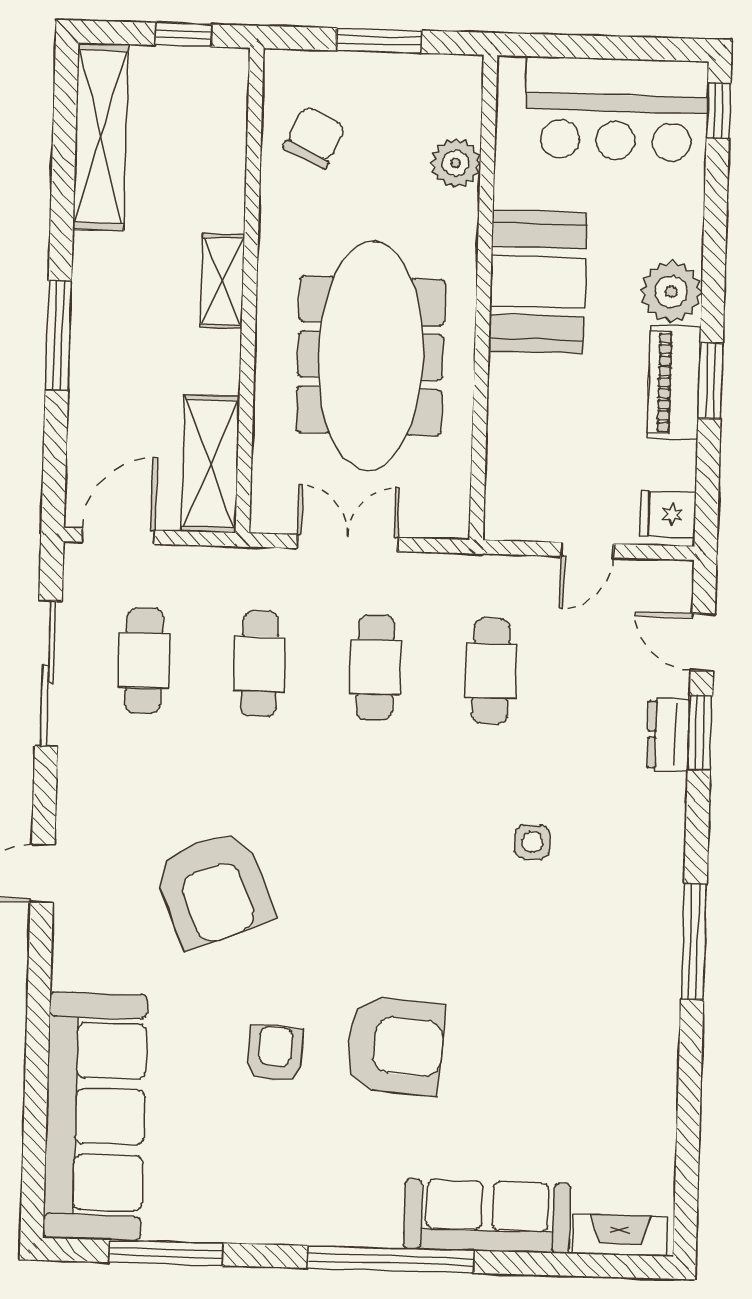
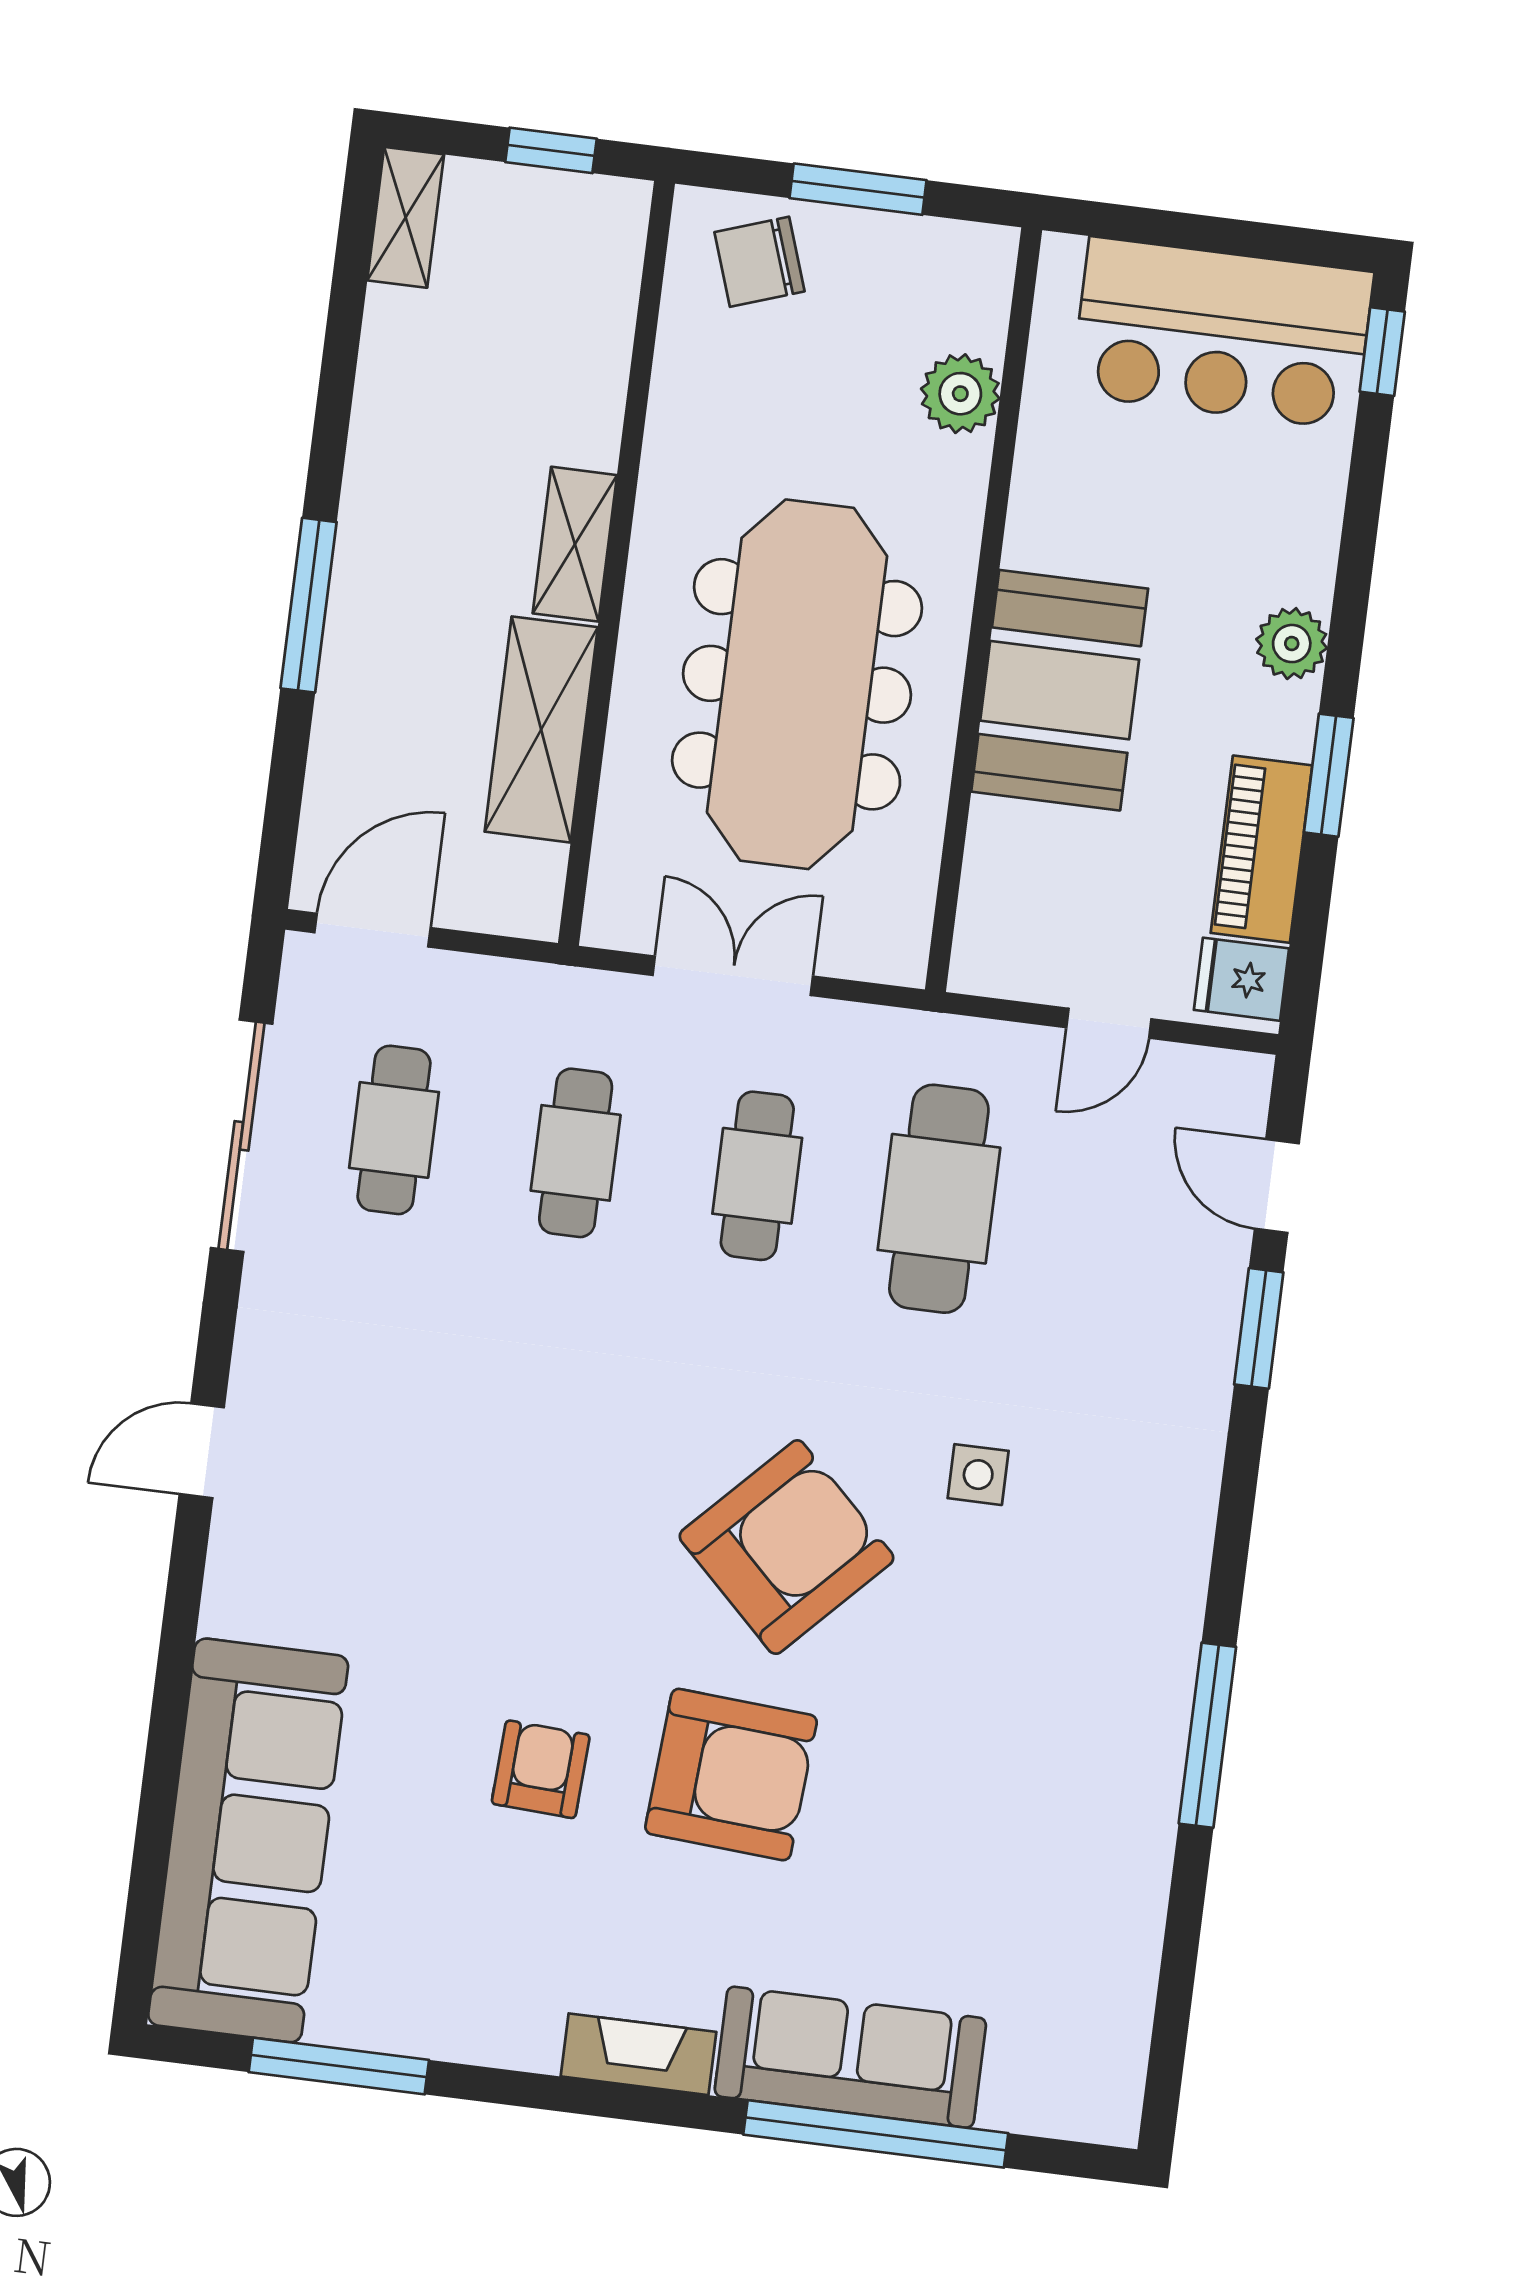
shelving: (101, 137) -> (406, 217), width x0.45, depth x0.75
chair: (314, 137) -> (760, 262), moved, turned -134
booth: (538, 282) -> (1060, 690), moved
plant: (671, 292) -> (1292, 644), width x0.73, depth x0.73
piano: (674, 383) -> (1261, 849), moved
shelving: (210, 464) -> (541, 729), moved
cafe table: (491, 671) -> (939, 1199), width x1.37, depth x1.35
dresser: (669, 735) -> (1209, 1327), removed
armchair: (213, 889) -> (786, 1547), moved, turned -114
window: (694, 942) -> (1207, 1735), moved
fireplace: (620, 1235) -> (638, 2054), moved
window: (391, 1259) -> (876, 2134), moved

